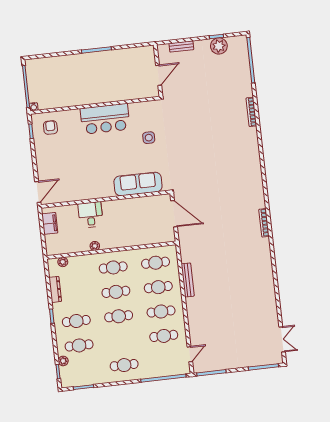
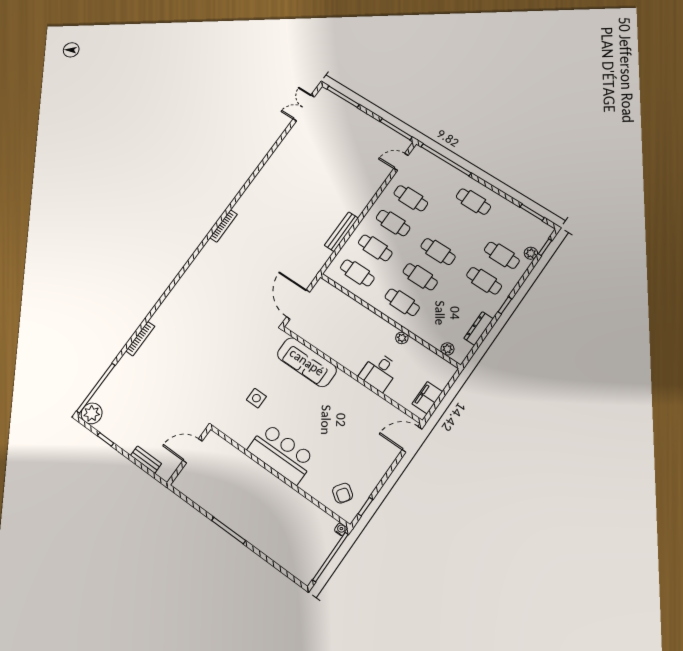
plant: (219, 46) -> (92, 413), moved
armchair: (50, 127) -> (343, 493), turned -55

